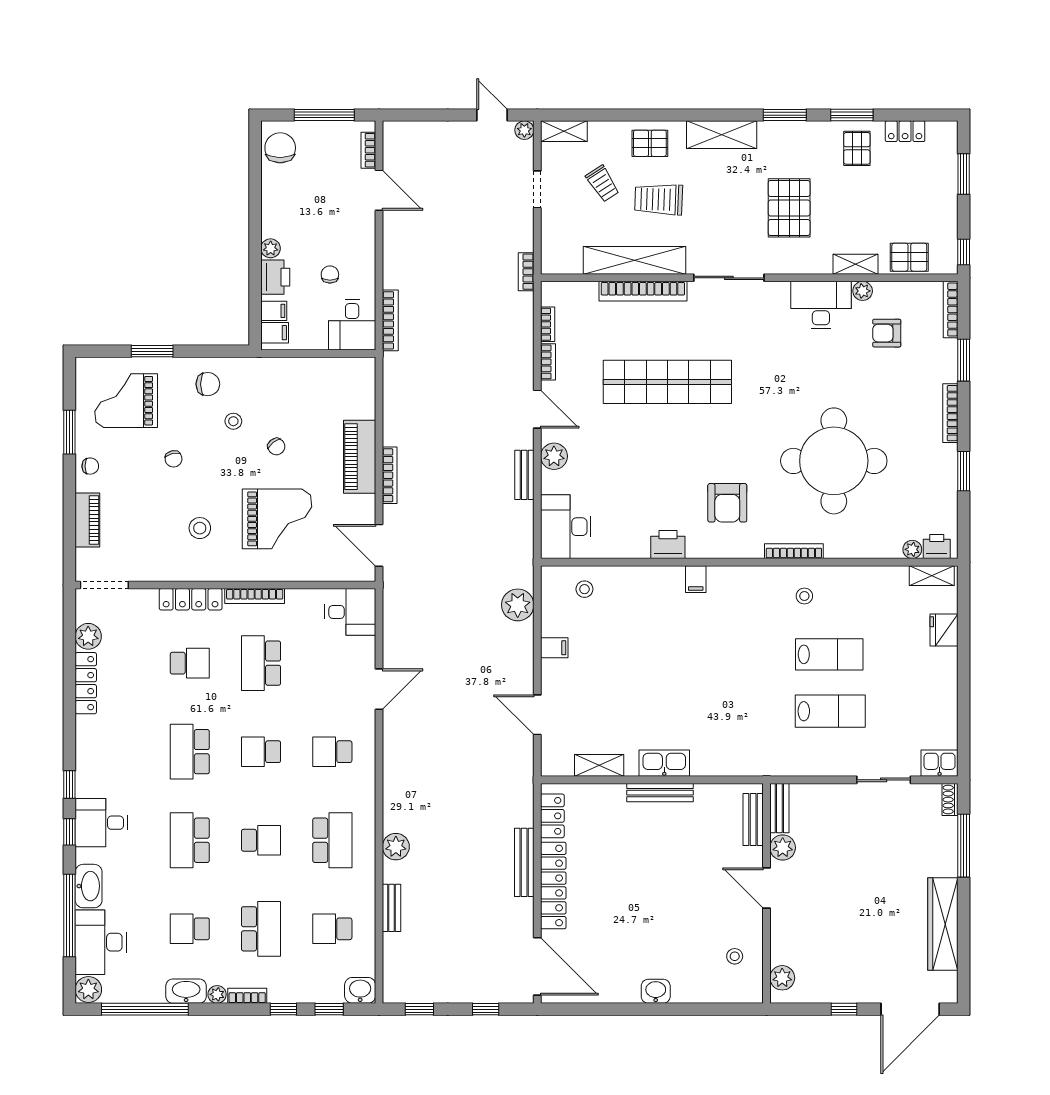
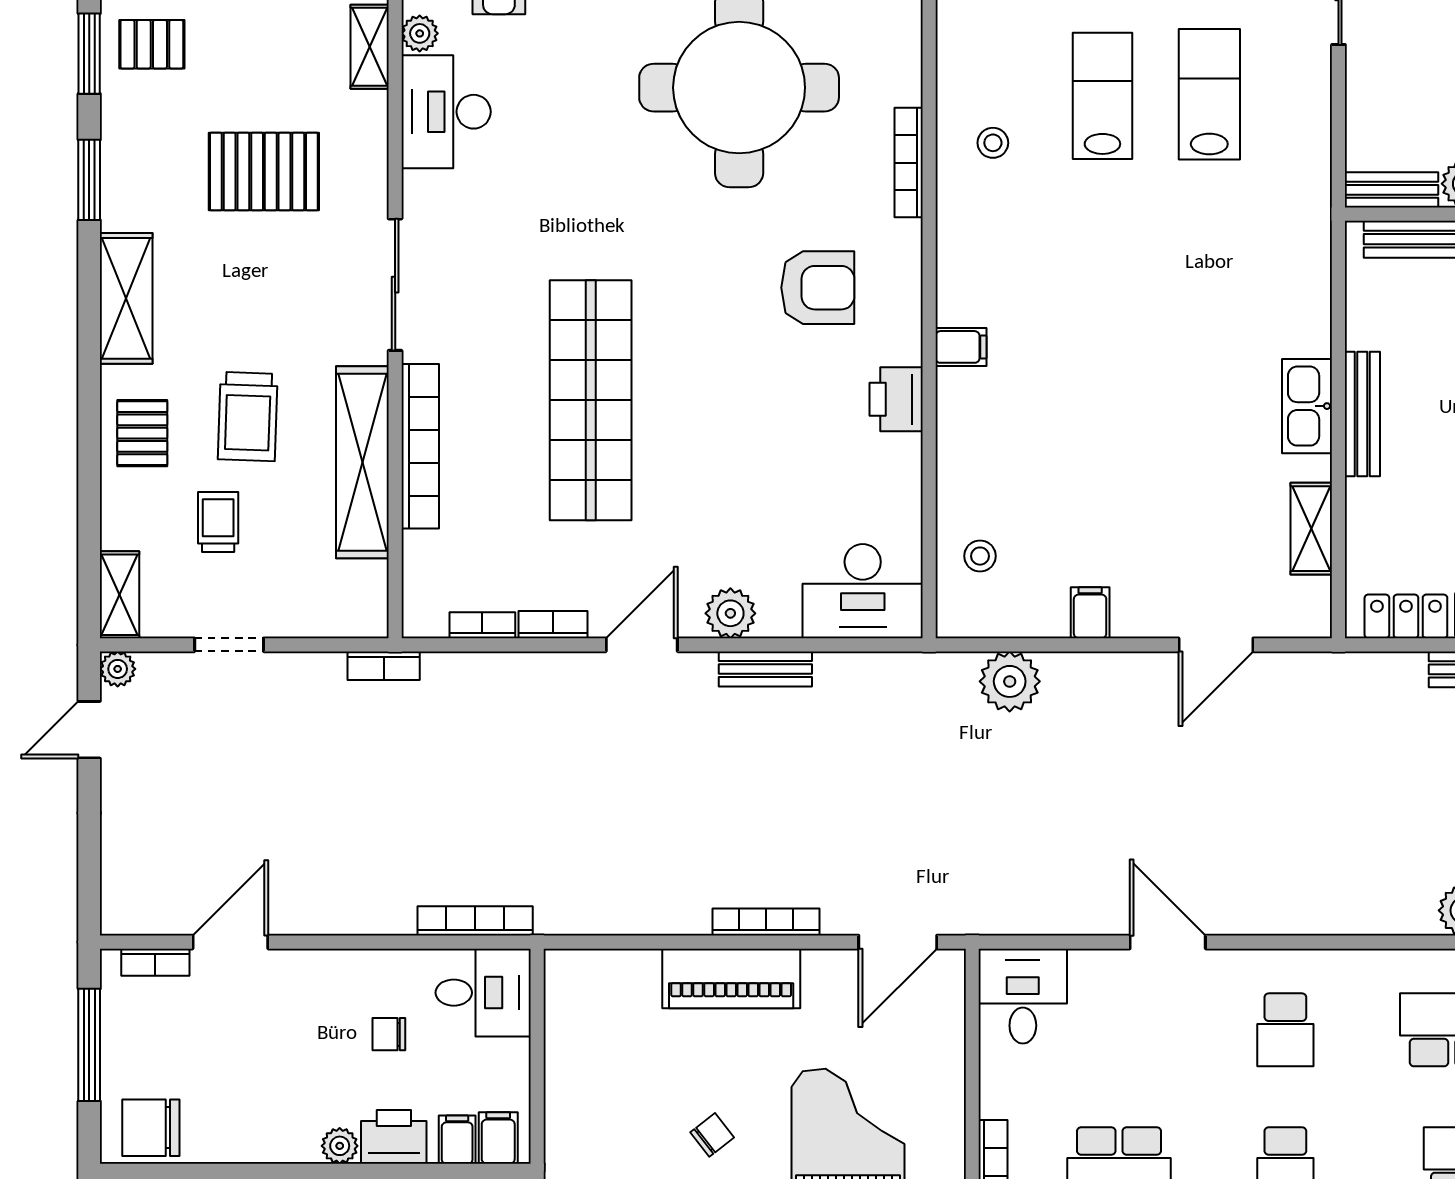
trolley: (603, 184) -> (218, 522), turned -57

